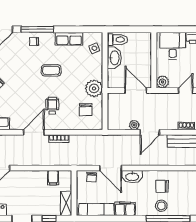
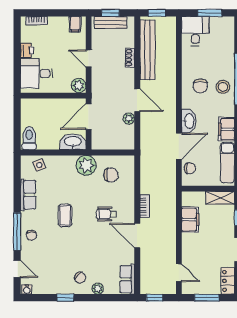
washbasin: (114, 58) -> (73, 142), moved
filing cabinet: (53, 178) -> (190, 220), width x2.00

